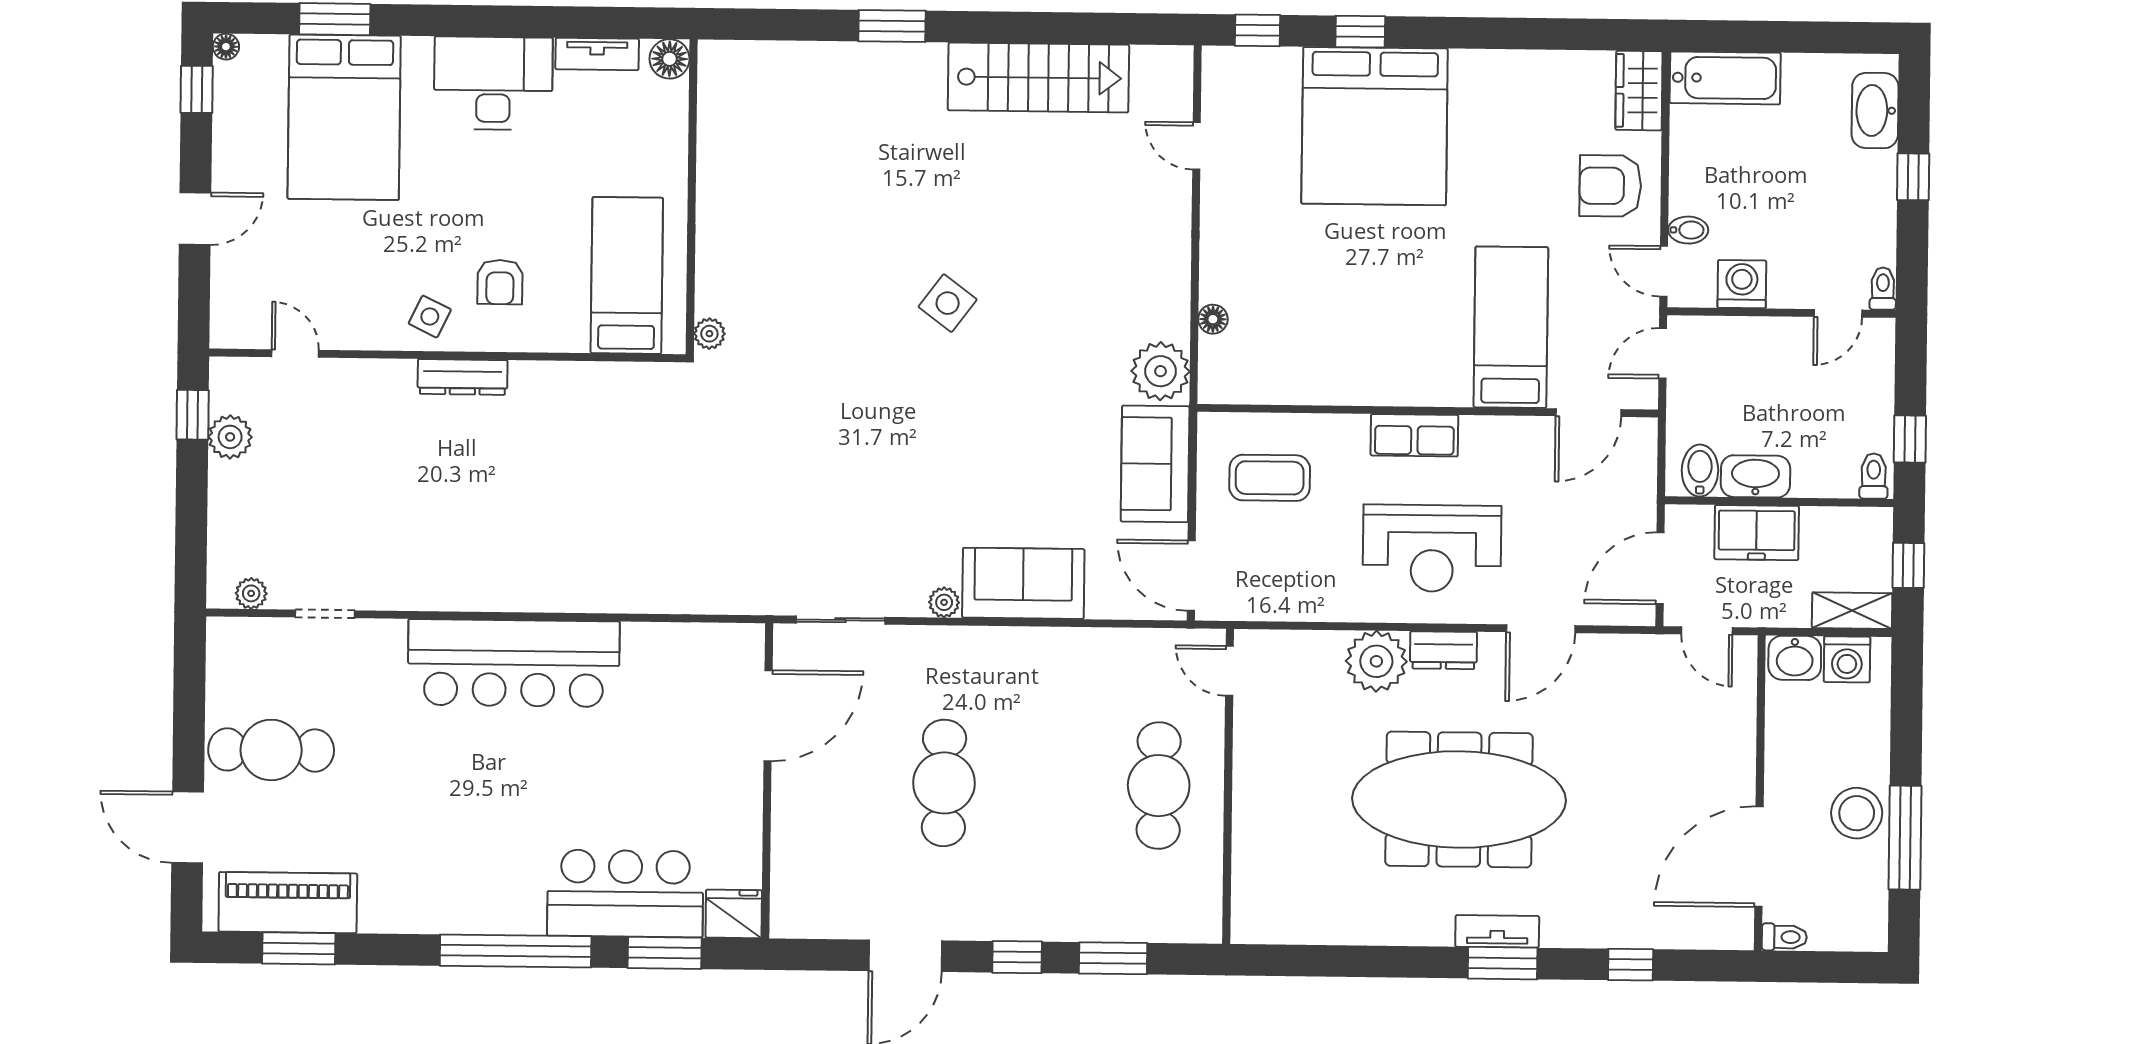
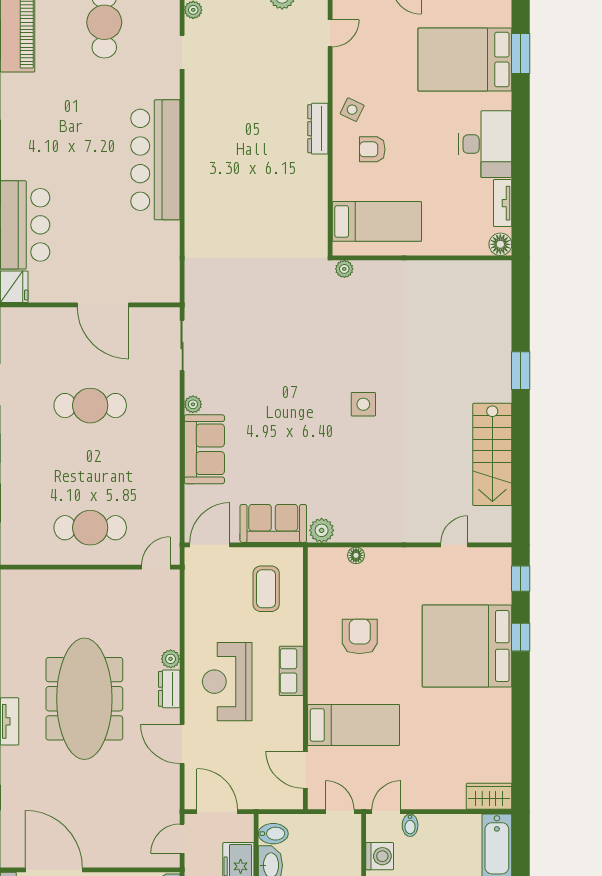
armchair: (1610, 186) -> (360, 637), moved
side table: (948, 303) -> (363, 404), turned -37
plant: (1161, 371) -> (322, 530), width x0.73, depth x0.73
plant: (1376, 661) -> (171, 659), width x0.53, depth x0.53
door: (768, 716) -> (103, 305), moved

